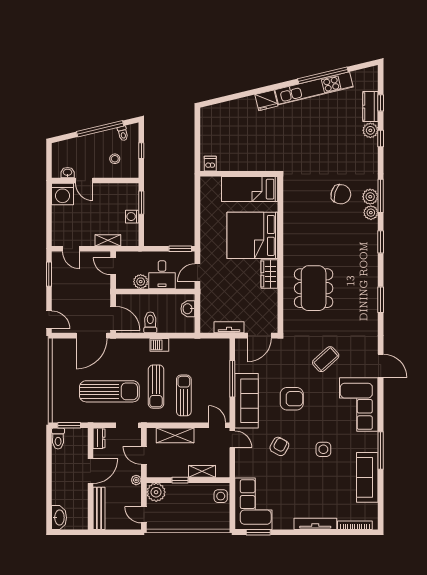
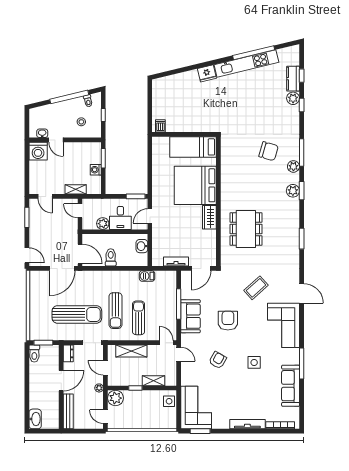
plant: (370, 197) -> (293, 191), moved
barbecue: (159, 345) -> (147, 276), moved
armchair: (292, 399) -> (228, 321), turned -90
sofa: (246, 401) -> (190, 316), width x0.73

